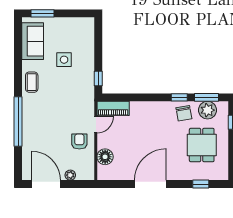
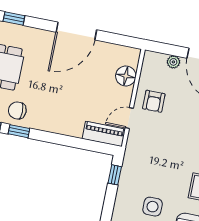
chair: (184, 113) -> (17, 110), turned -80

